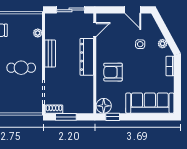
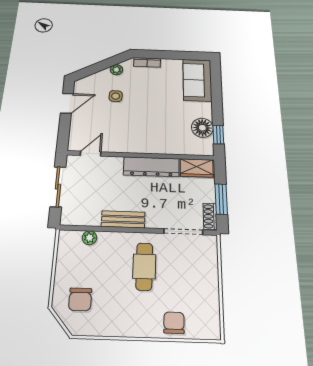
door: (95, 30) -> (91, 154), hinge flipped
dresser: (87, 57) -> (151, 167), moved
armchair: (113, 72) -> (154, 132), removed
wardrobe: (87, 101) -> (197, 168), added
sofa: (150, 103) -> (197, 80), width x0.73
floor lamp: (104, 106) -> (202, 128), moved

